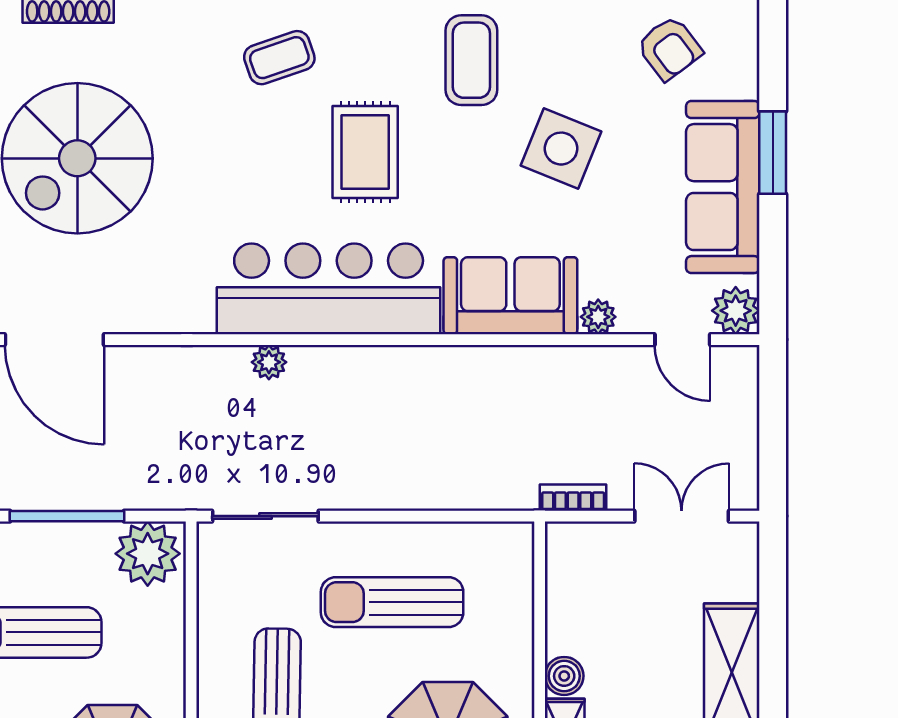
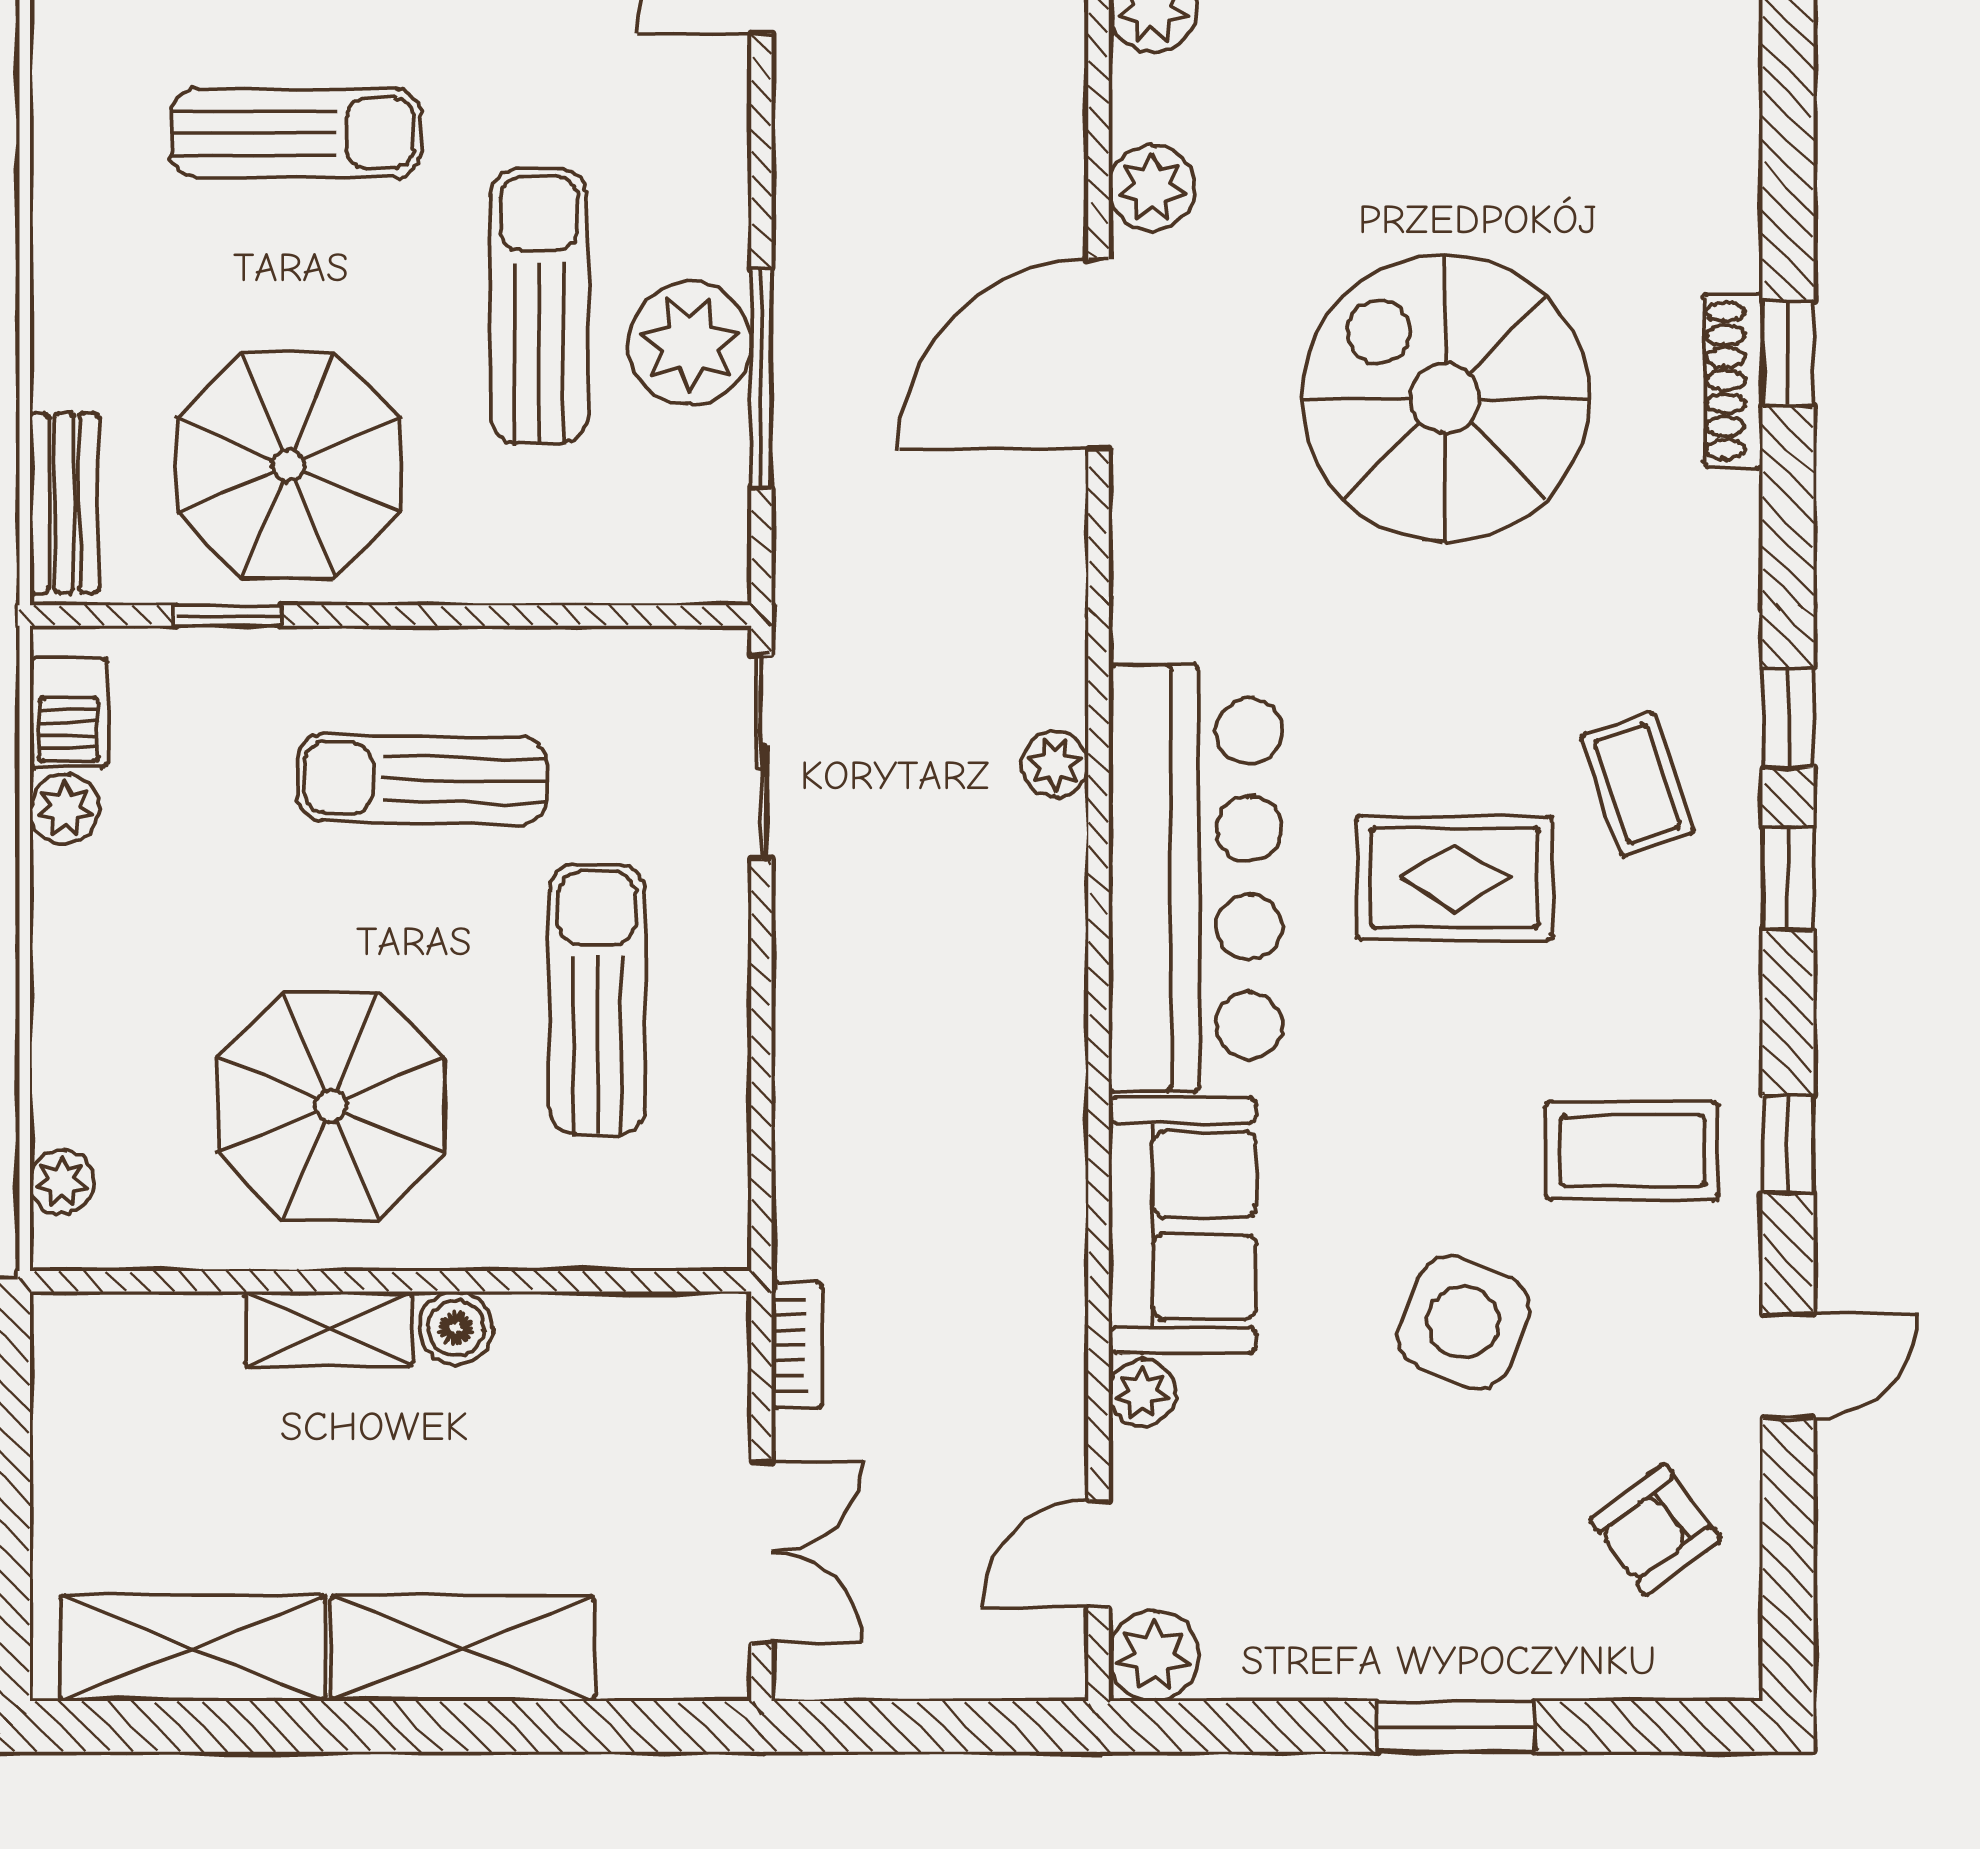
rug: (365, 152) -> (1455, 878), moved
sofa: (723, 187) -> (1390, 1631), removed
plant: (148, 554) -> (690, 344), moved

